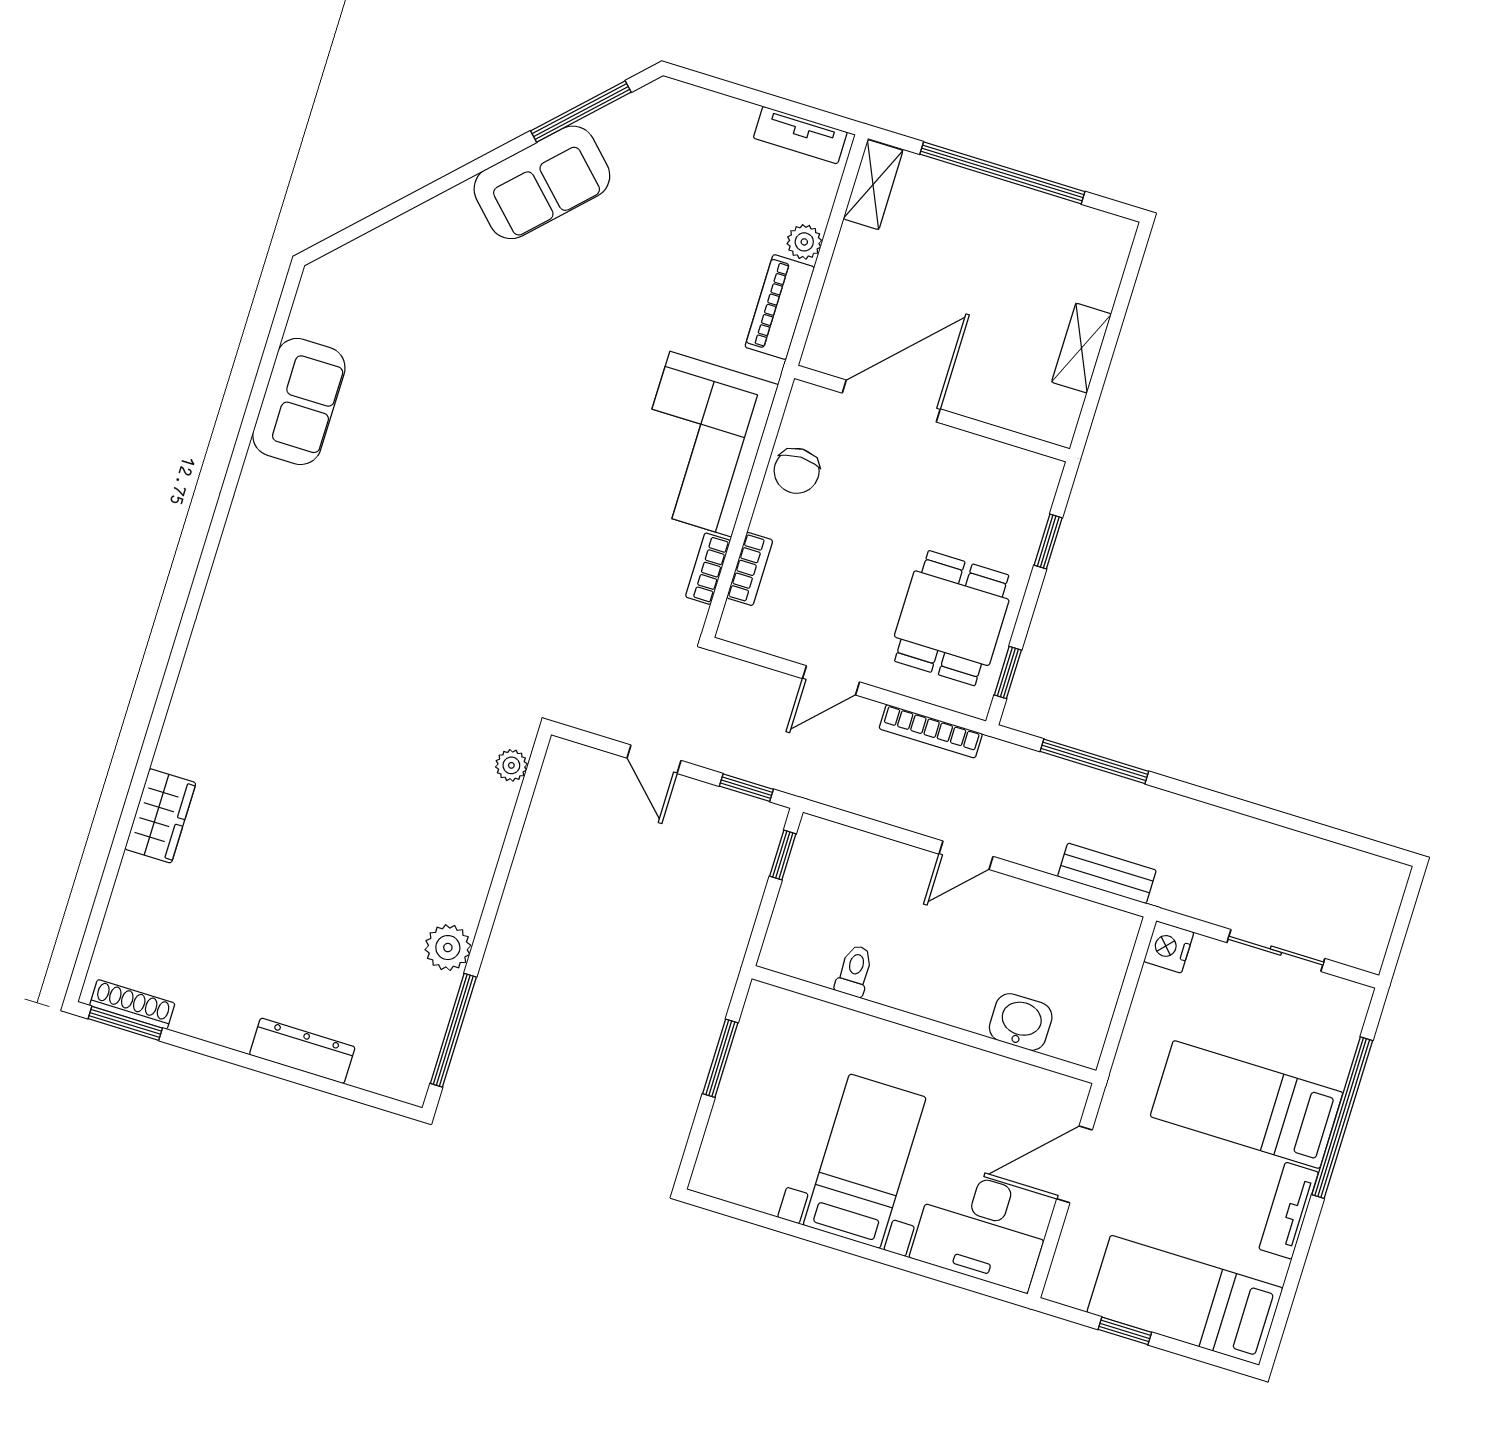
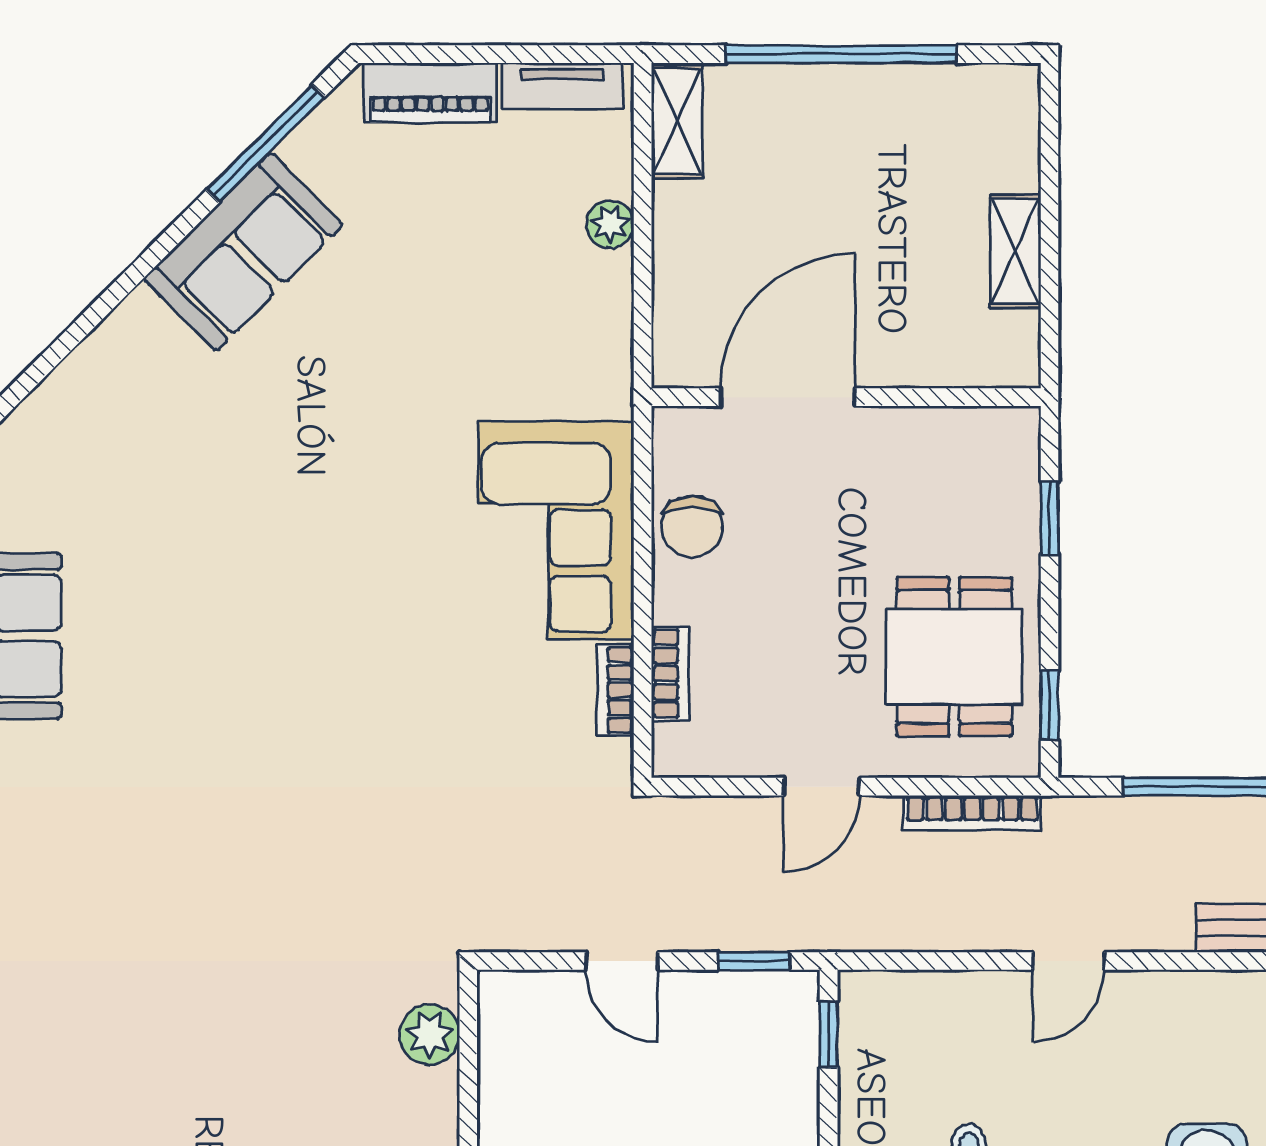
piano: (780, 307) -> (430, 93), moved, turned -90
plant: (511, 765) -> (429, 1035), width x1.38, depth x1.38

